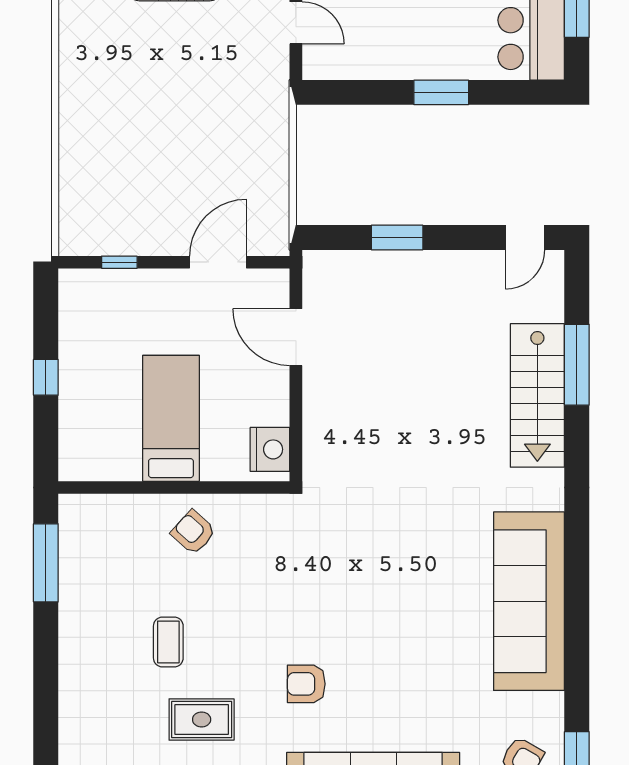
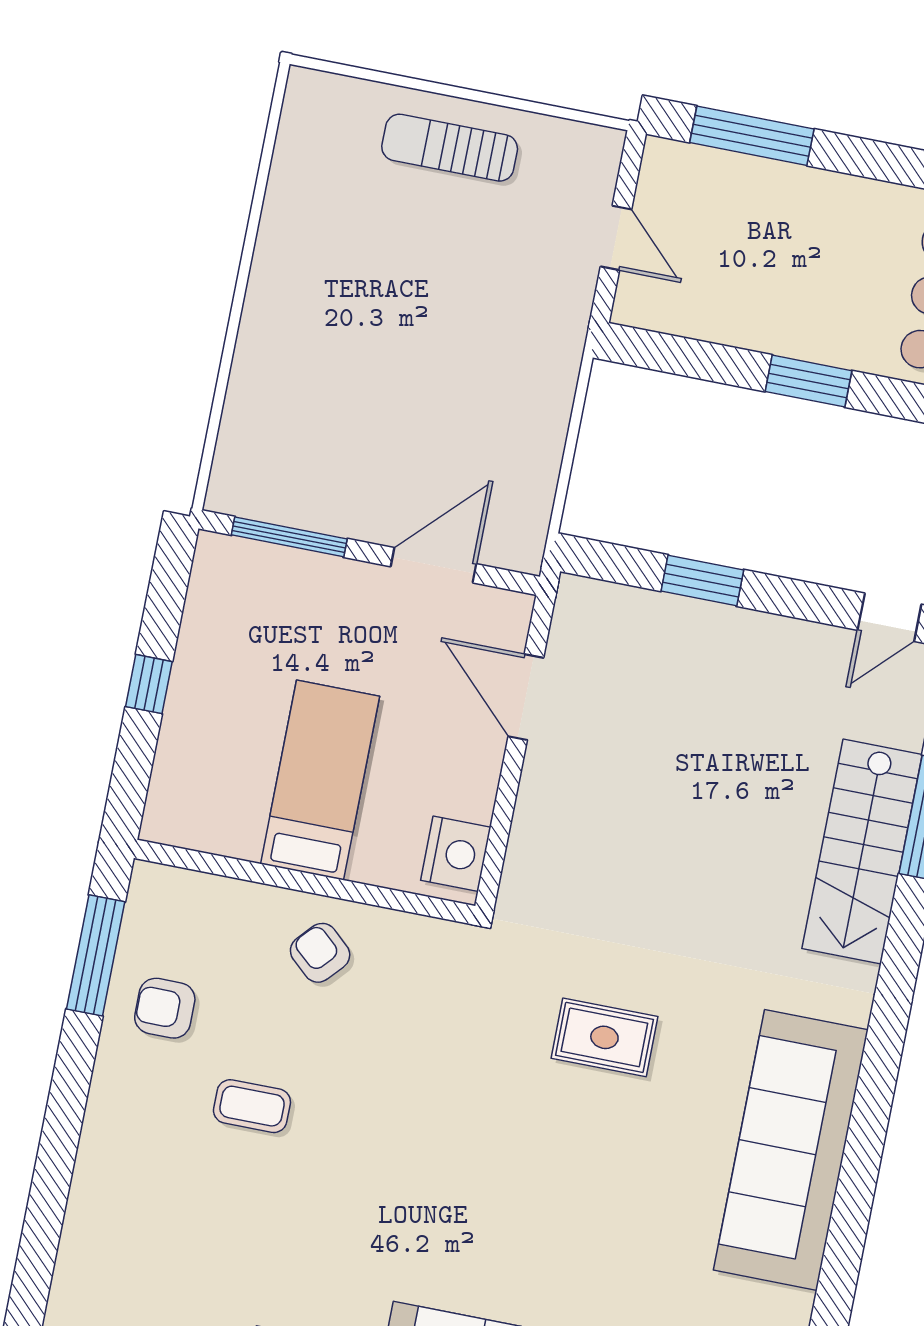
window: (119, 262) -> (289, 537), width x2.17
coffee table: (168, 642) -> (252, 1106), turned 90
armchair: (306, 684) -> (165, 1008), moved
rug: (202, 719) -> (604, 1037), moved

